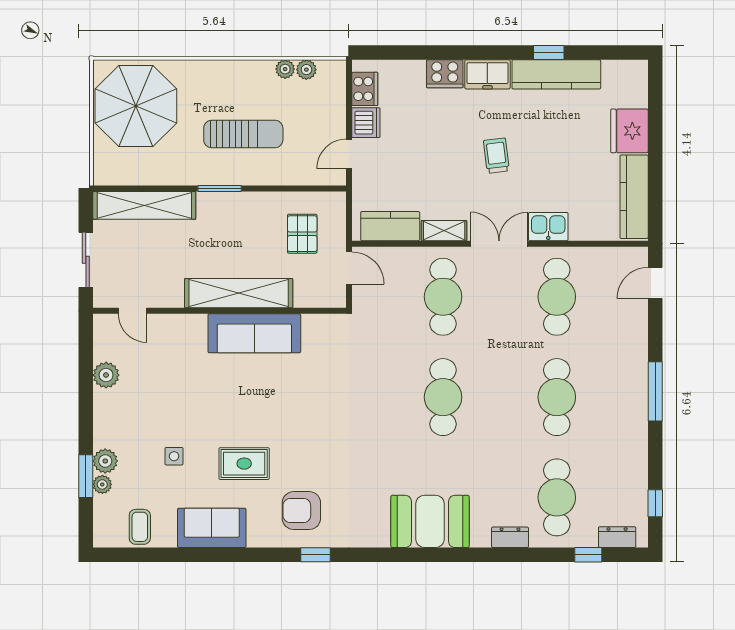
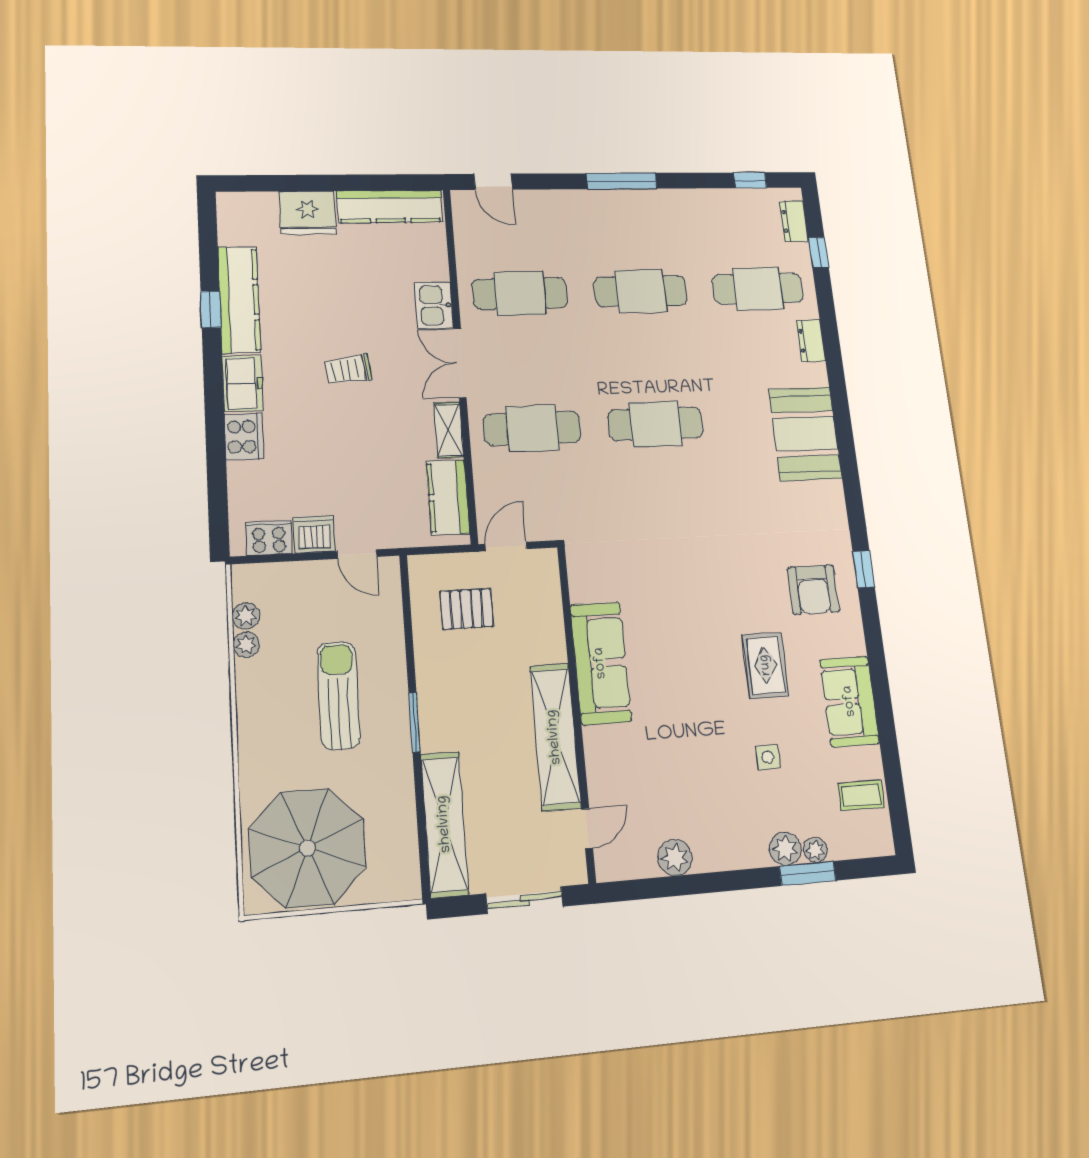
shelving: (239, 293) -> (555, 737), moved

